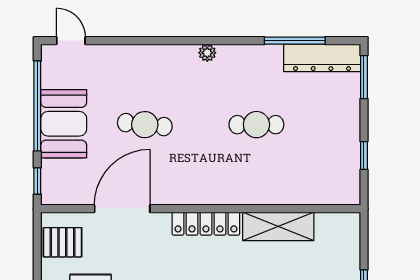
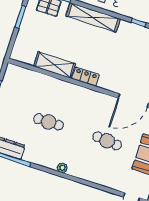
locker: (206, 224) -> (86, 77), width x0.66

